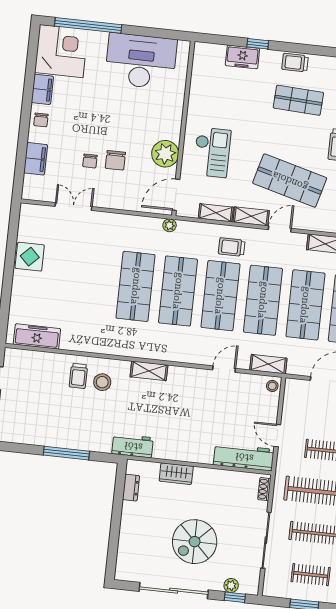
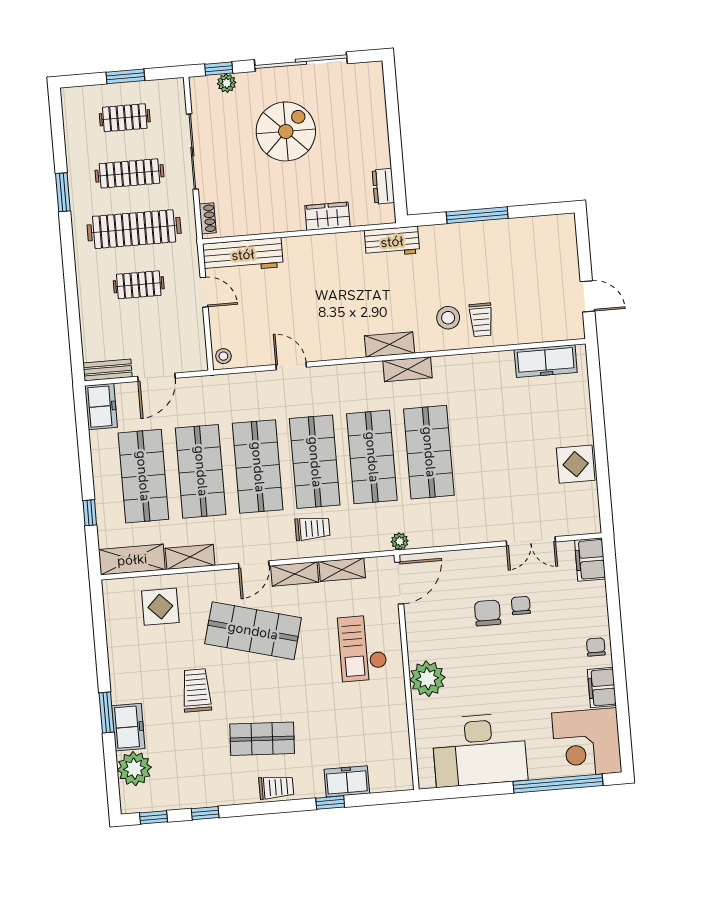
plant: (165, 154) -> (427, 679), moved
filing cabinet: (36, 159) -> (590, 559), moved
shelving: (268, 364) -> (407, 369), moved
door: (224, 369) -> (291, 366), swing flipped
trolley: (78, 376) -> (481, 320), turned 180

